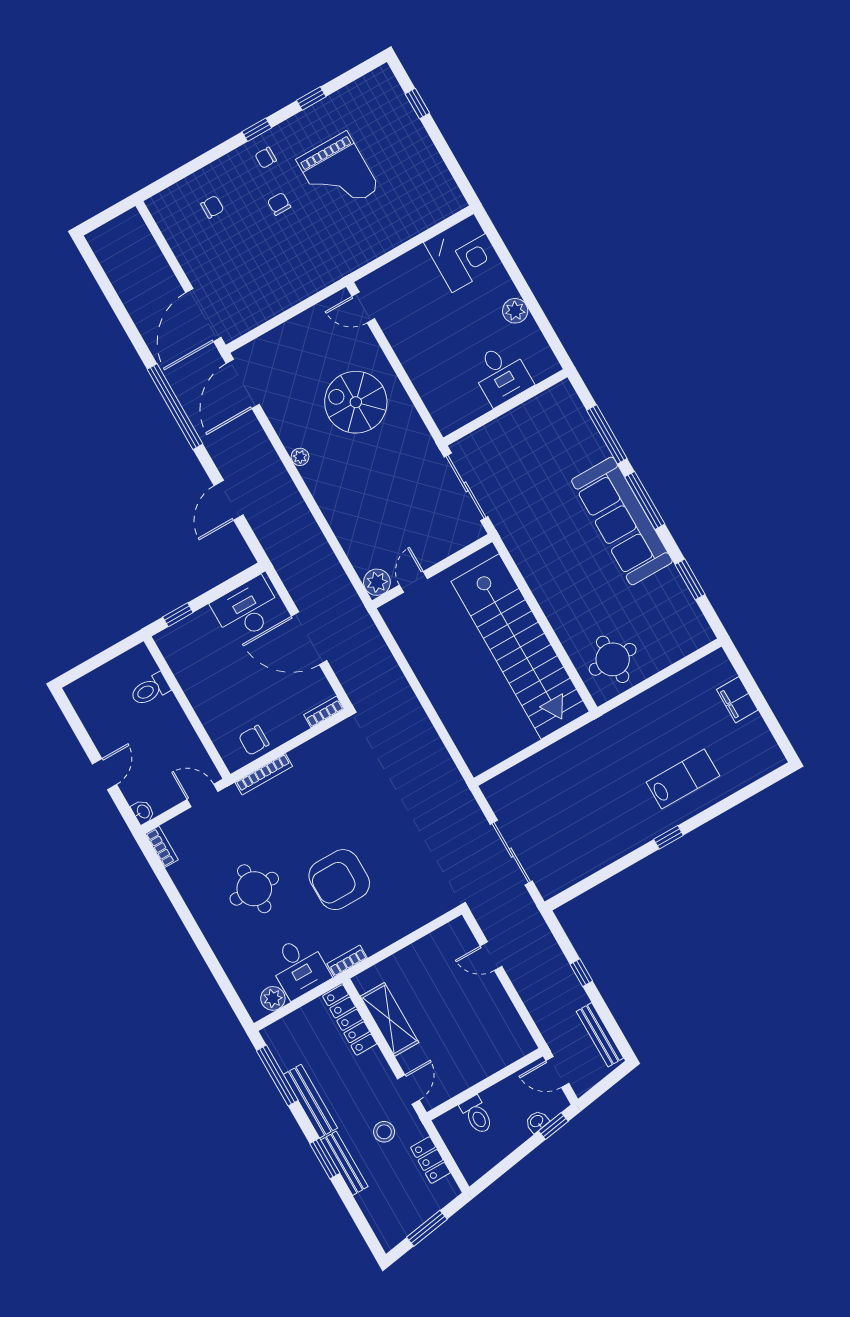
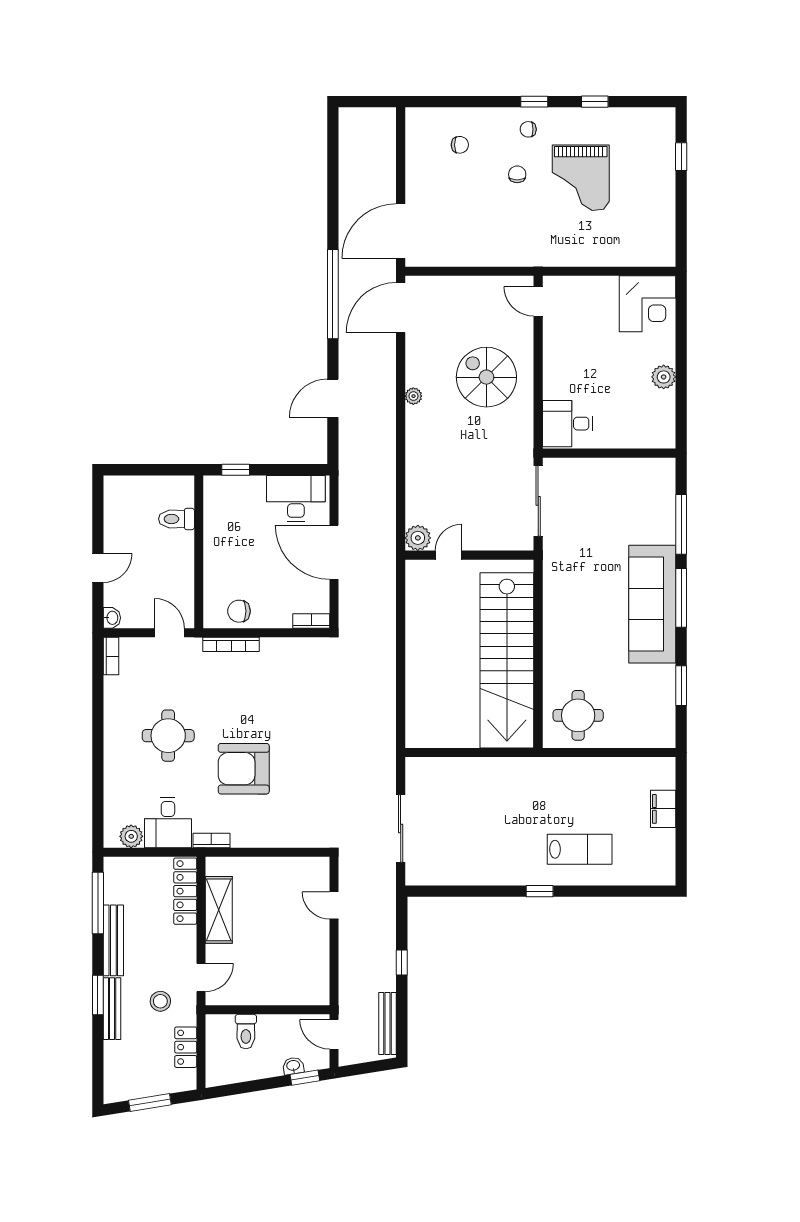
desk: (501, 374) -> (568, 424), moved, turned 90

